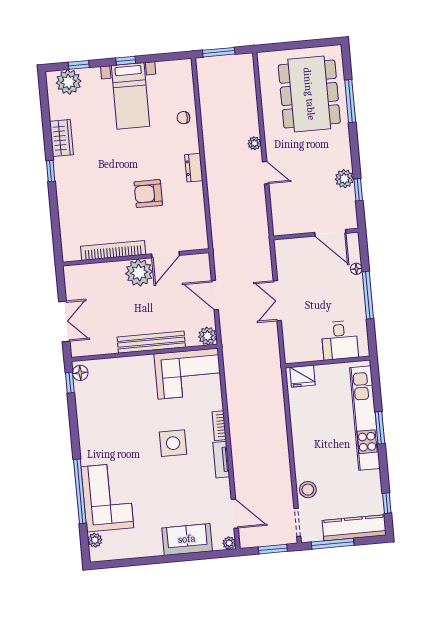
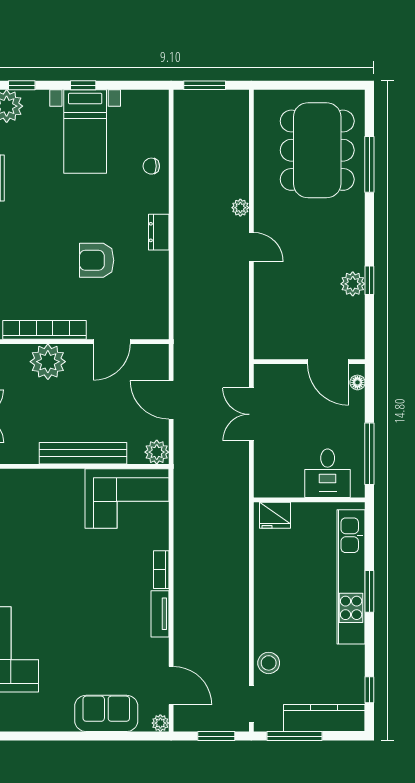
plant: (344, 179) -> (353, 284), moved
door: (330, 233) -> (328, 362), moved
wall: (316, 234) -> (309, 362), moved
plant: (139, 273) -> (48, 362), moved
window: (368, 295) -> (369, 454), moved
side table: (173, 443) -> (99, 587), removed

